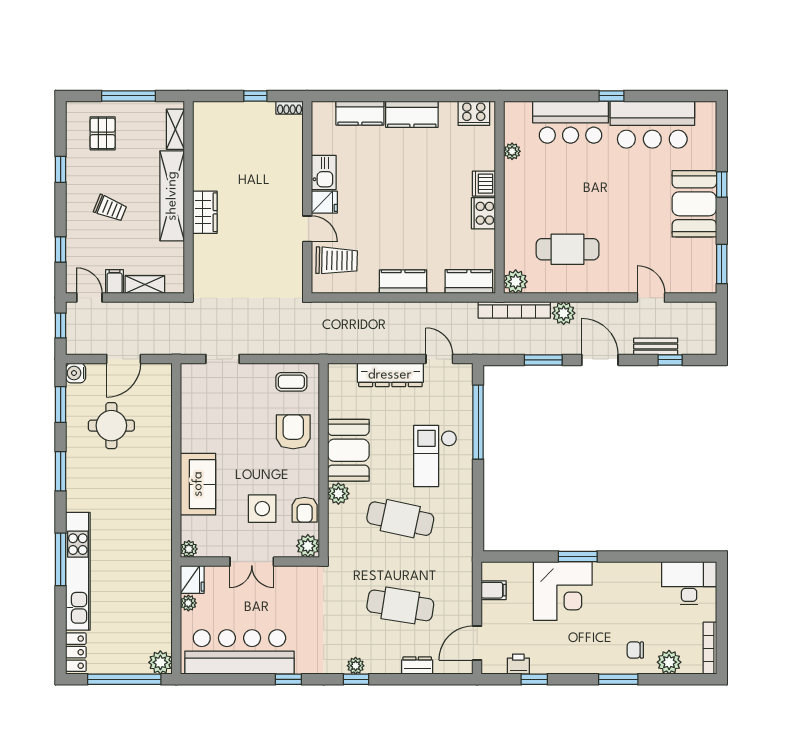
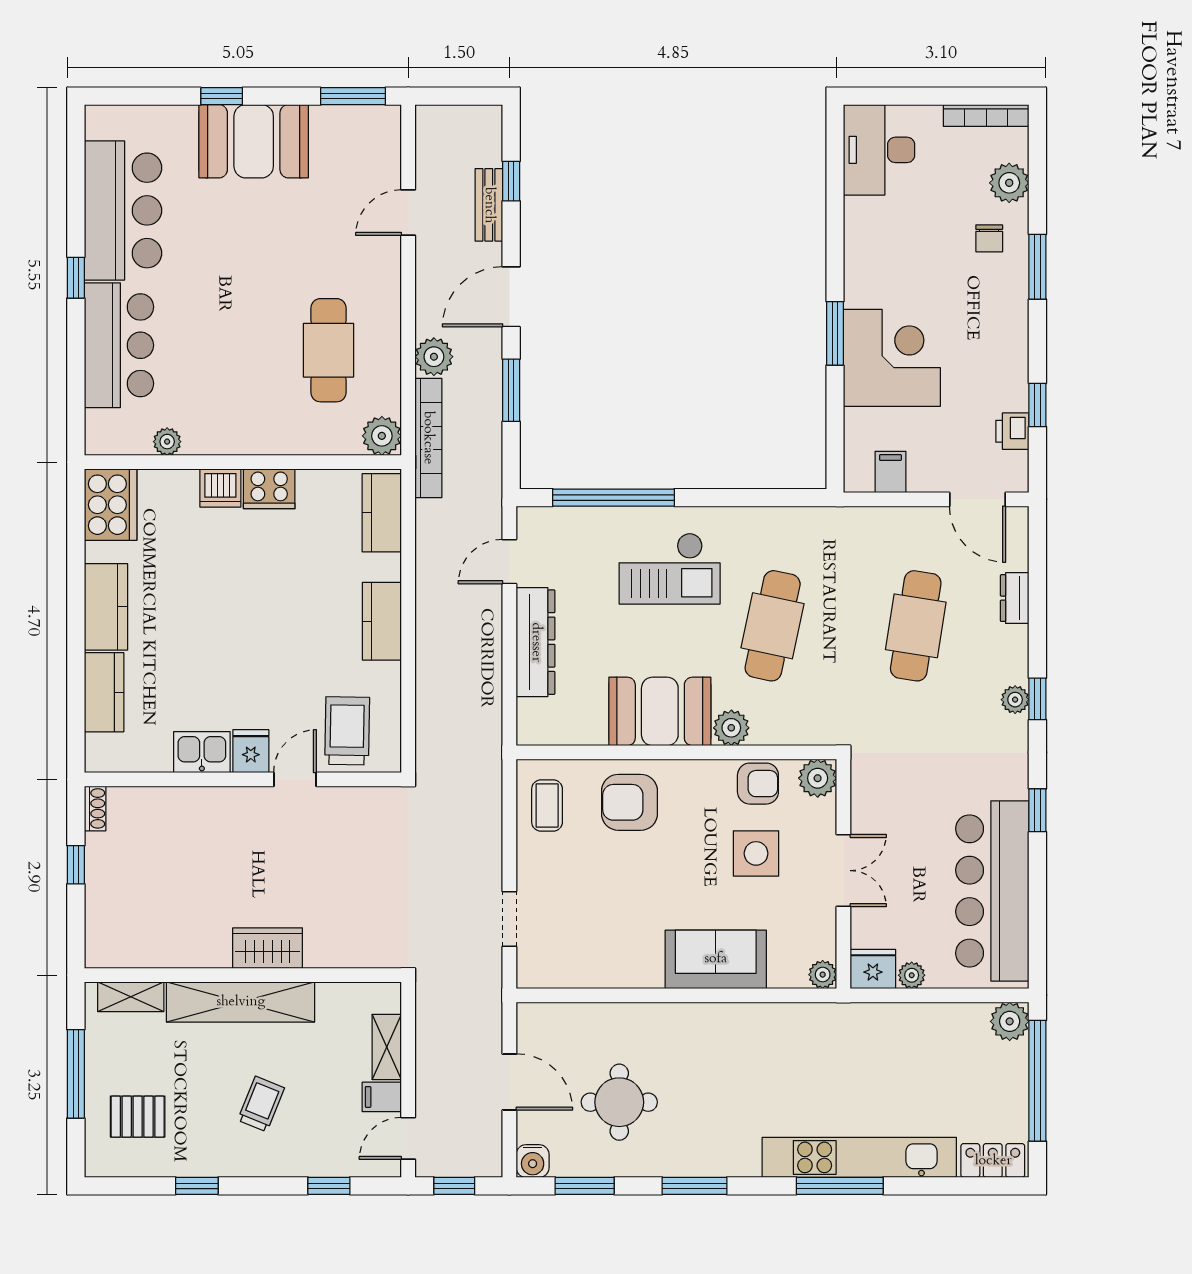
cooker: (474, 113) -> (111, 505), width x1.37, depth x1.31

